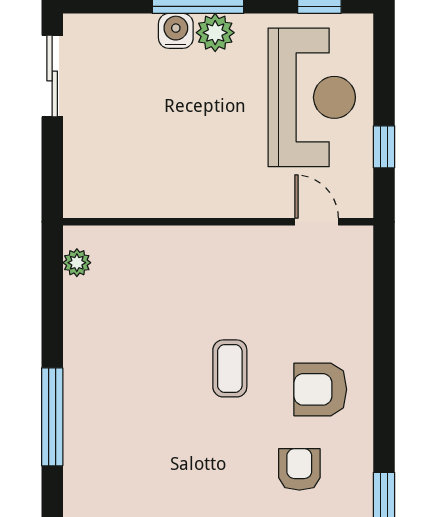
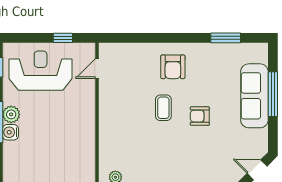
coffee table: (230, 368) -> (163, 108), turned 90
armchair: (299, 469) -> (200, 116), moved

